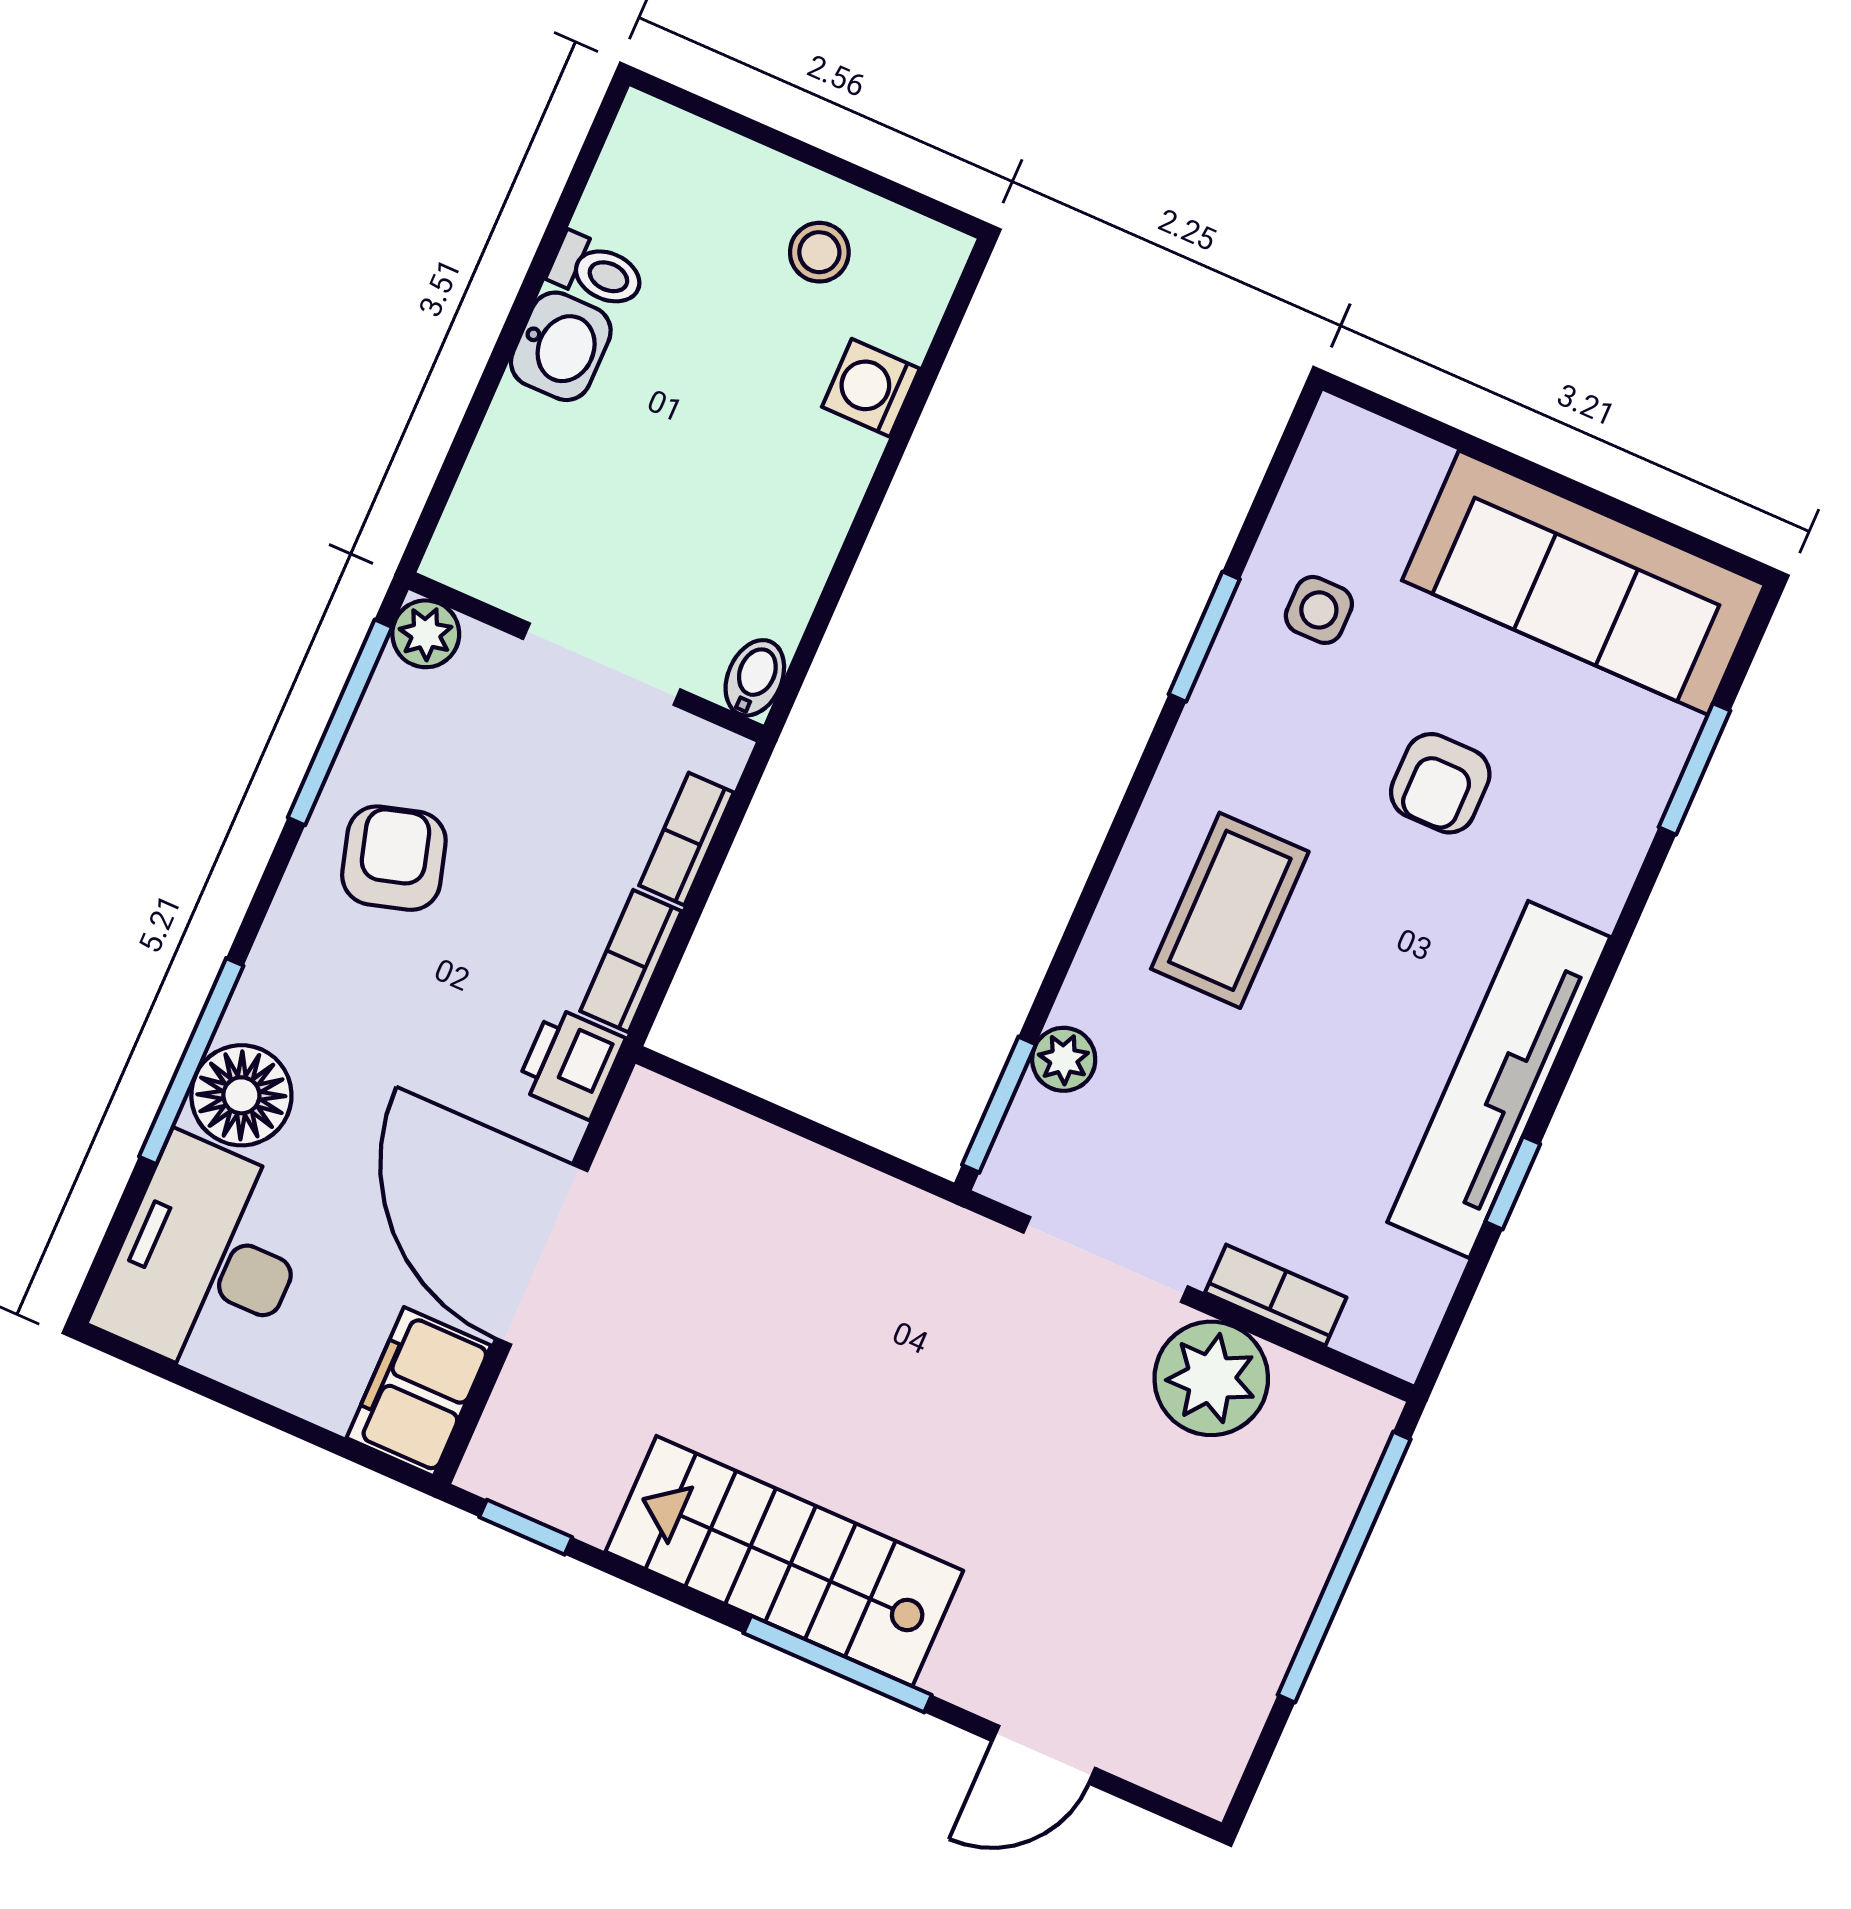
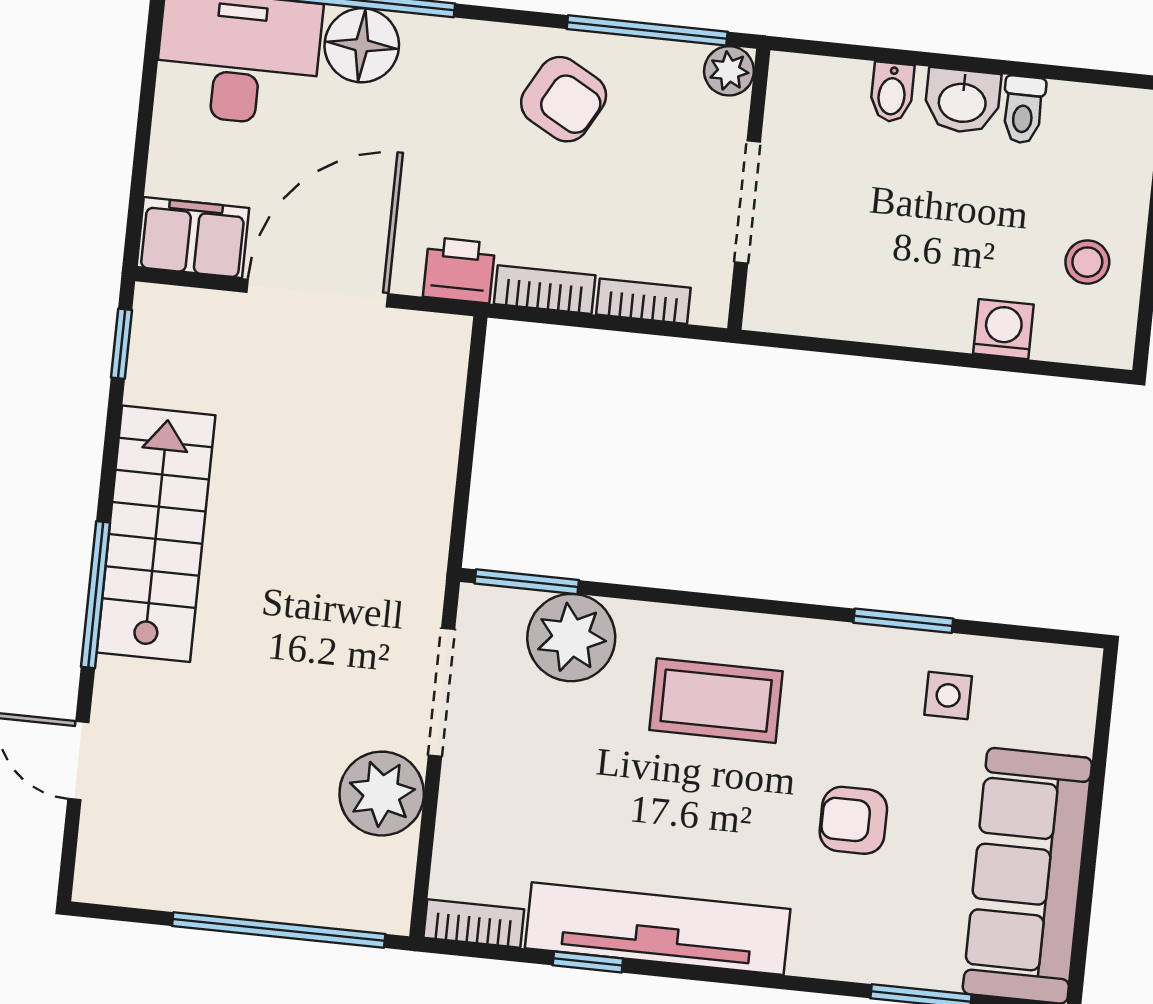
bidet: (755, 678) -> (892, 92), moved, turned 90
armchair: (394, 858) -> (564, 99), turned 45
plant: (1064, 1059) -> (571, 638), width x1.87, depth x1.87
bookcase: (1276, 1295) -> (474, 923), moved, turned -90

